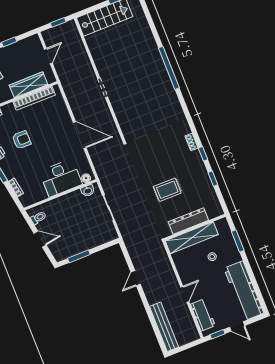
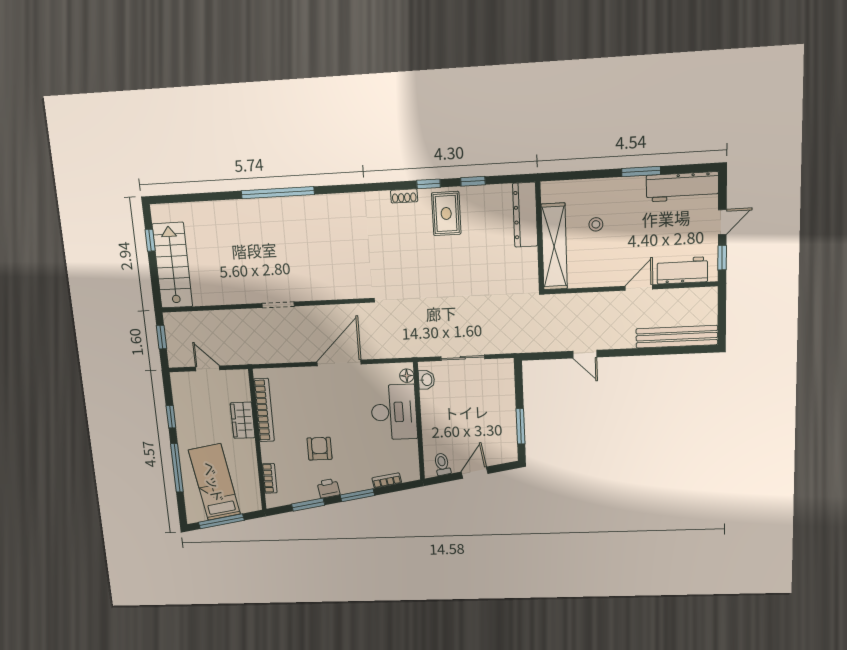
wardrobe: (28, 85) -> (243, 420), width x0.67
rug: (167, 190) -> (446, 214), moved
dresser: (188, 221) -> (525, 215), moved
window: (238, 241) -> (641, 171), moved
workbench: (244, 291) -> (682, 187), width x0.73, depth x0.76
door: (185, 294) -> (639, 288), hinge flipped

